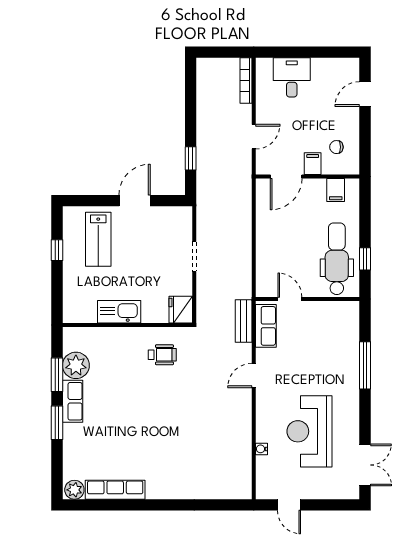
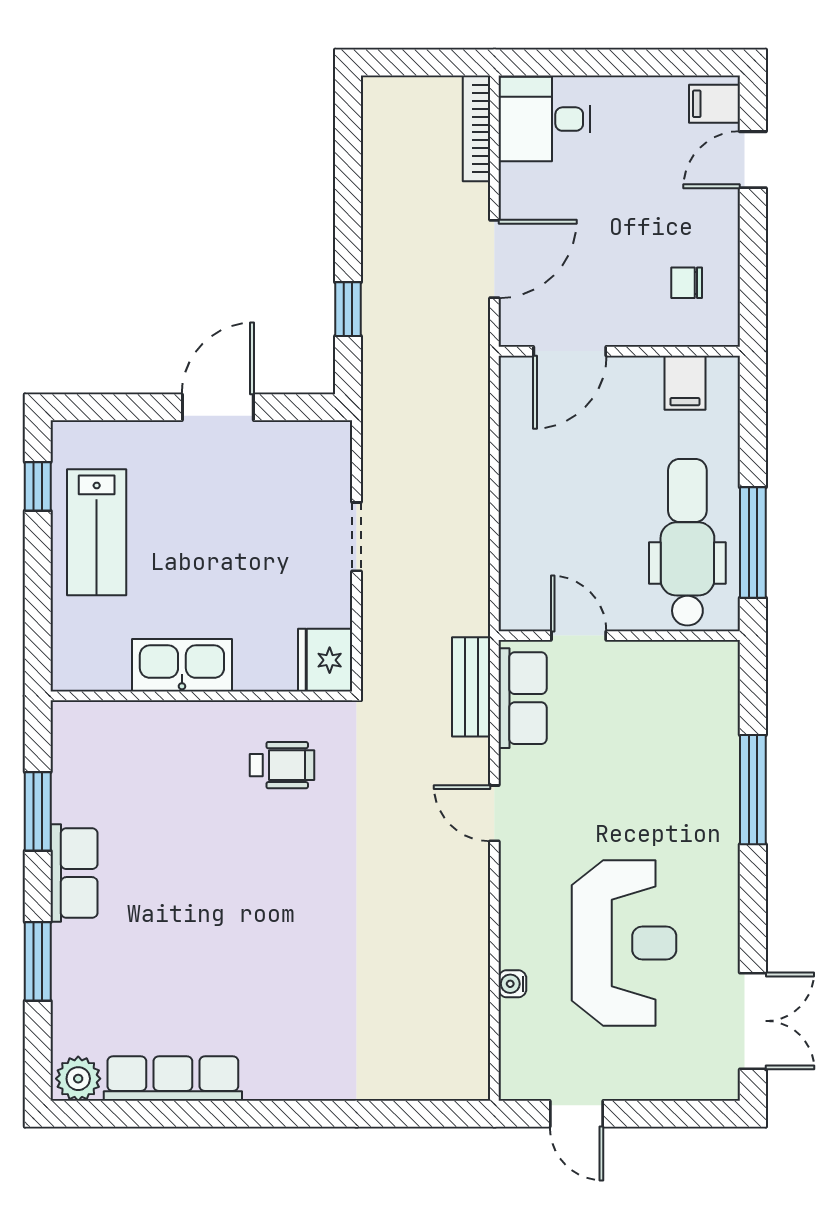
desk: (292, 77) -> (544, 119), moved, turned -90
door: (254, 137) -> (494, 259), width x1.38
filing cabinet: (313, 164) -> (715, 104), moved, turned -90
lab bench: (98, 239) -> (97, 532), moved
window: (57, 250) -> (38, 486), moved
window: (365, 259) -> (753, 543), width x2.17
plant: (76, 365) -> (82, 790), removed
door: (254, 375) -> (494, 813), hinge flipped
window: (57, 423) -> (38, 961), moved
reception desk: (309, 431) -> (624, 943), turned 180

